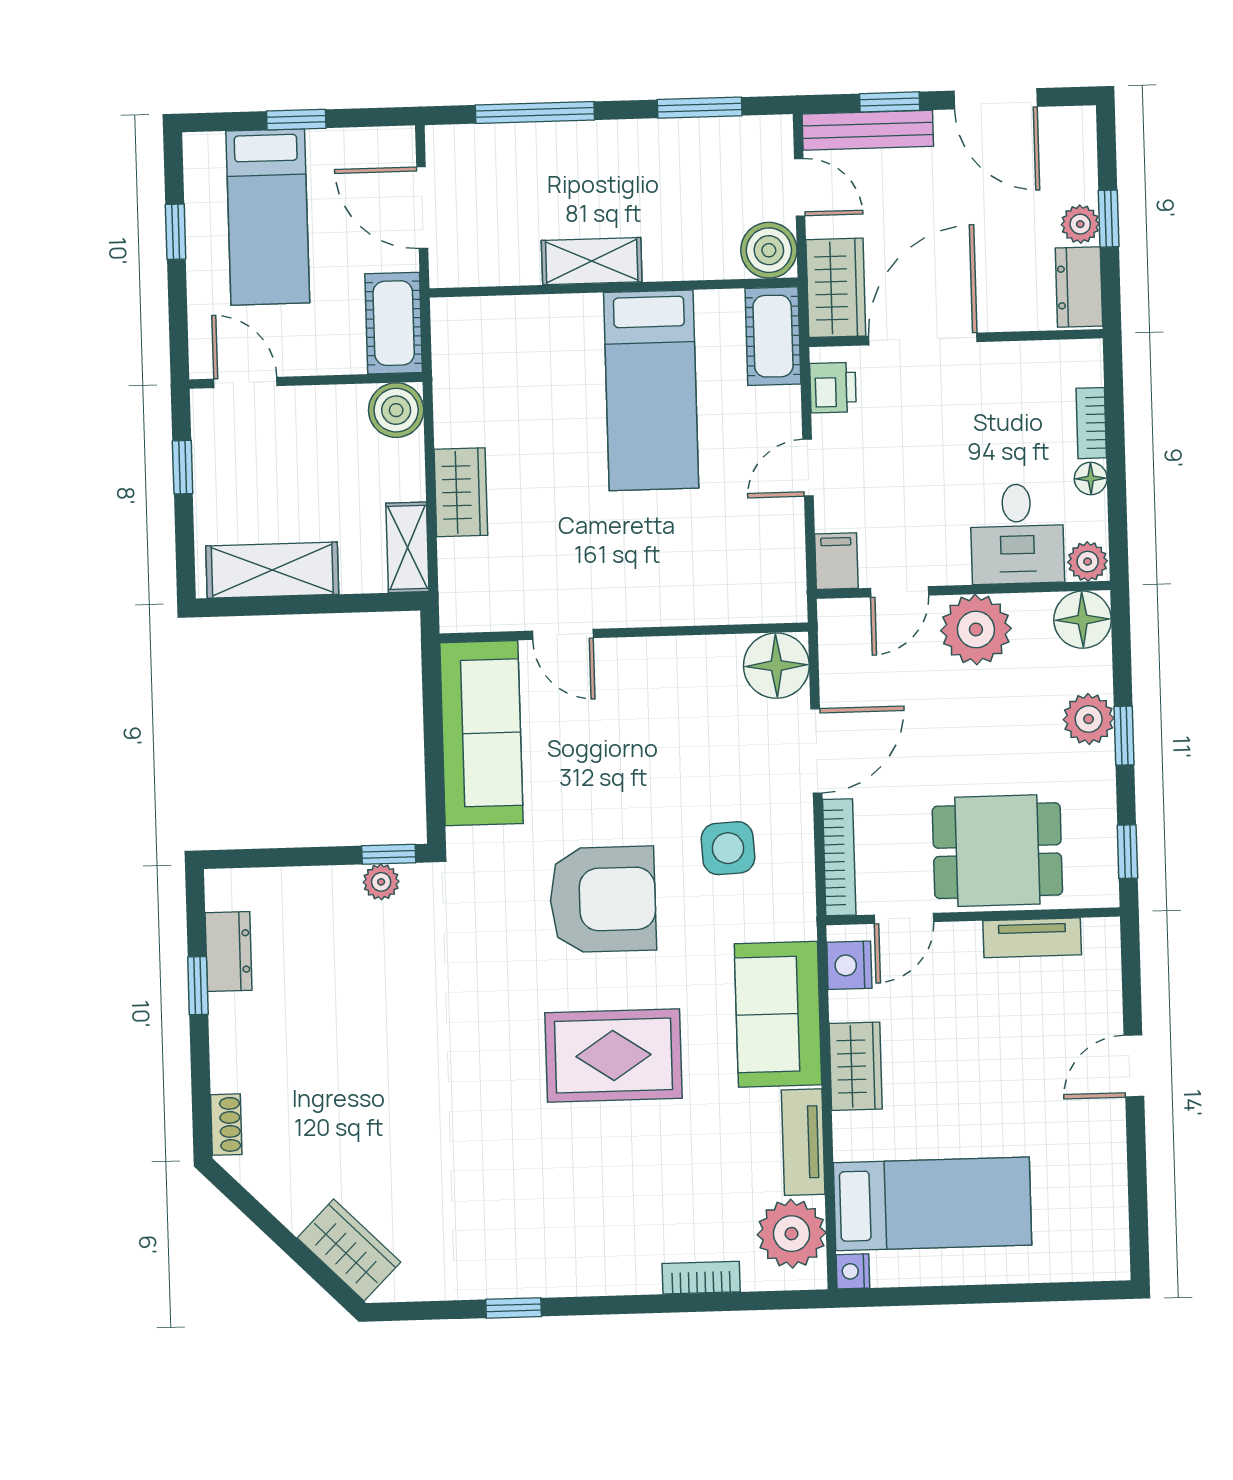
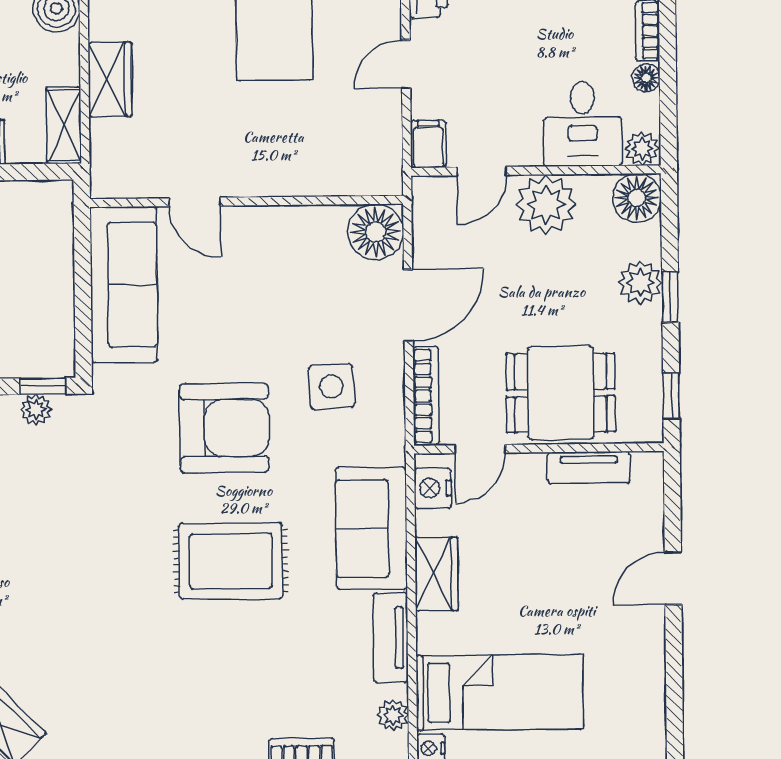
plant: (792, 1234) -> (393, 715), width x0.53, depth x0.53

